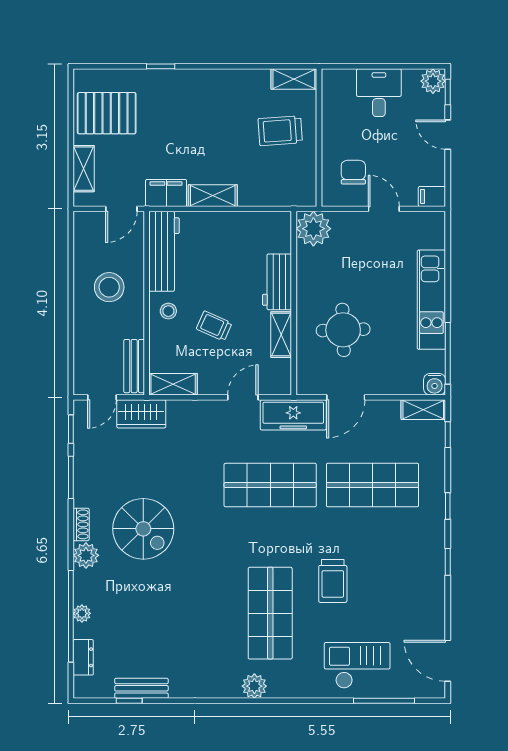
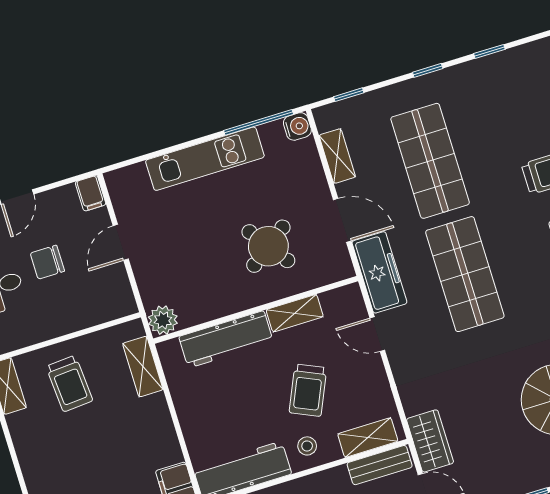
chair: (353, 172) -> (47, 262), moved
shelving: (213, 196) -> (143, 367), moved
plant: (313, 229) -> (163, 320), width x0.73, depth x0.73
workbench: (277, 282) -> (226, 339), width x1.38
trolley: (214, 326) -> (308, 390), width x1.36, depth x1.39
round table: (343, 330) -> (268, 246), turned -34
shelving: (173, 384) -> (368, 438), moved, turned 90
shelving: (423, 410) -> (337, 156), moved

